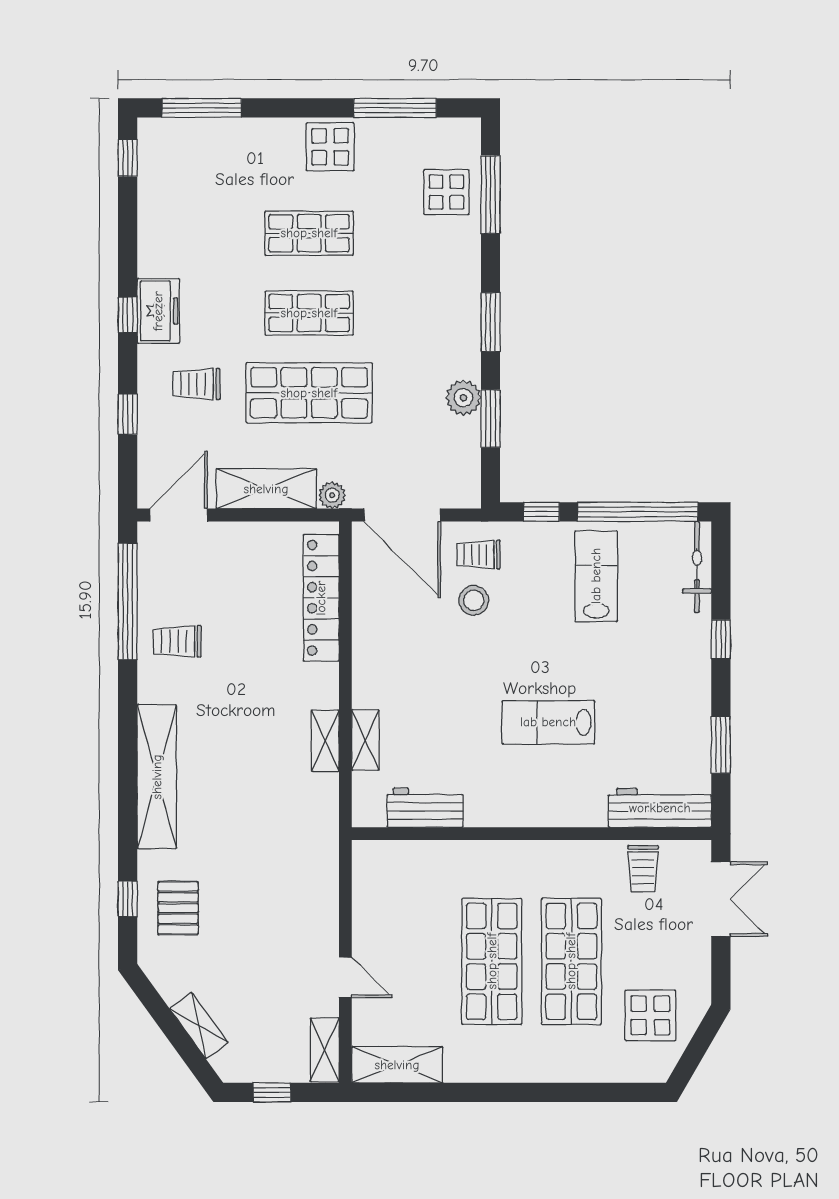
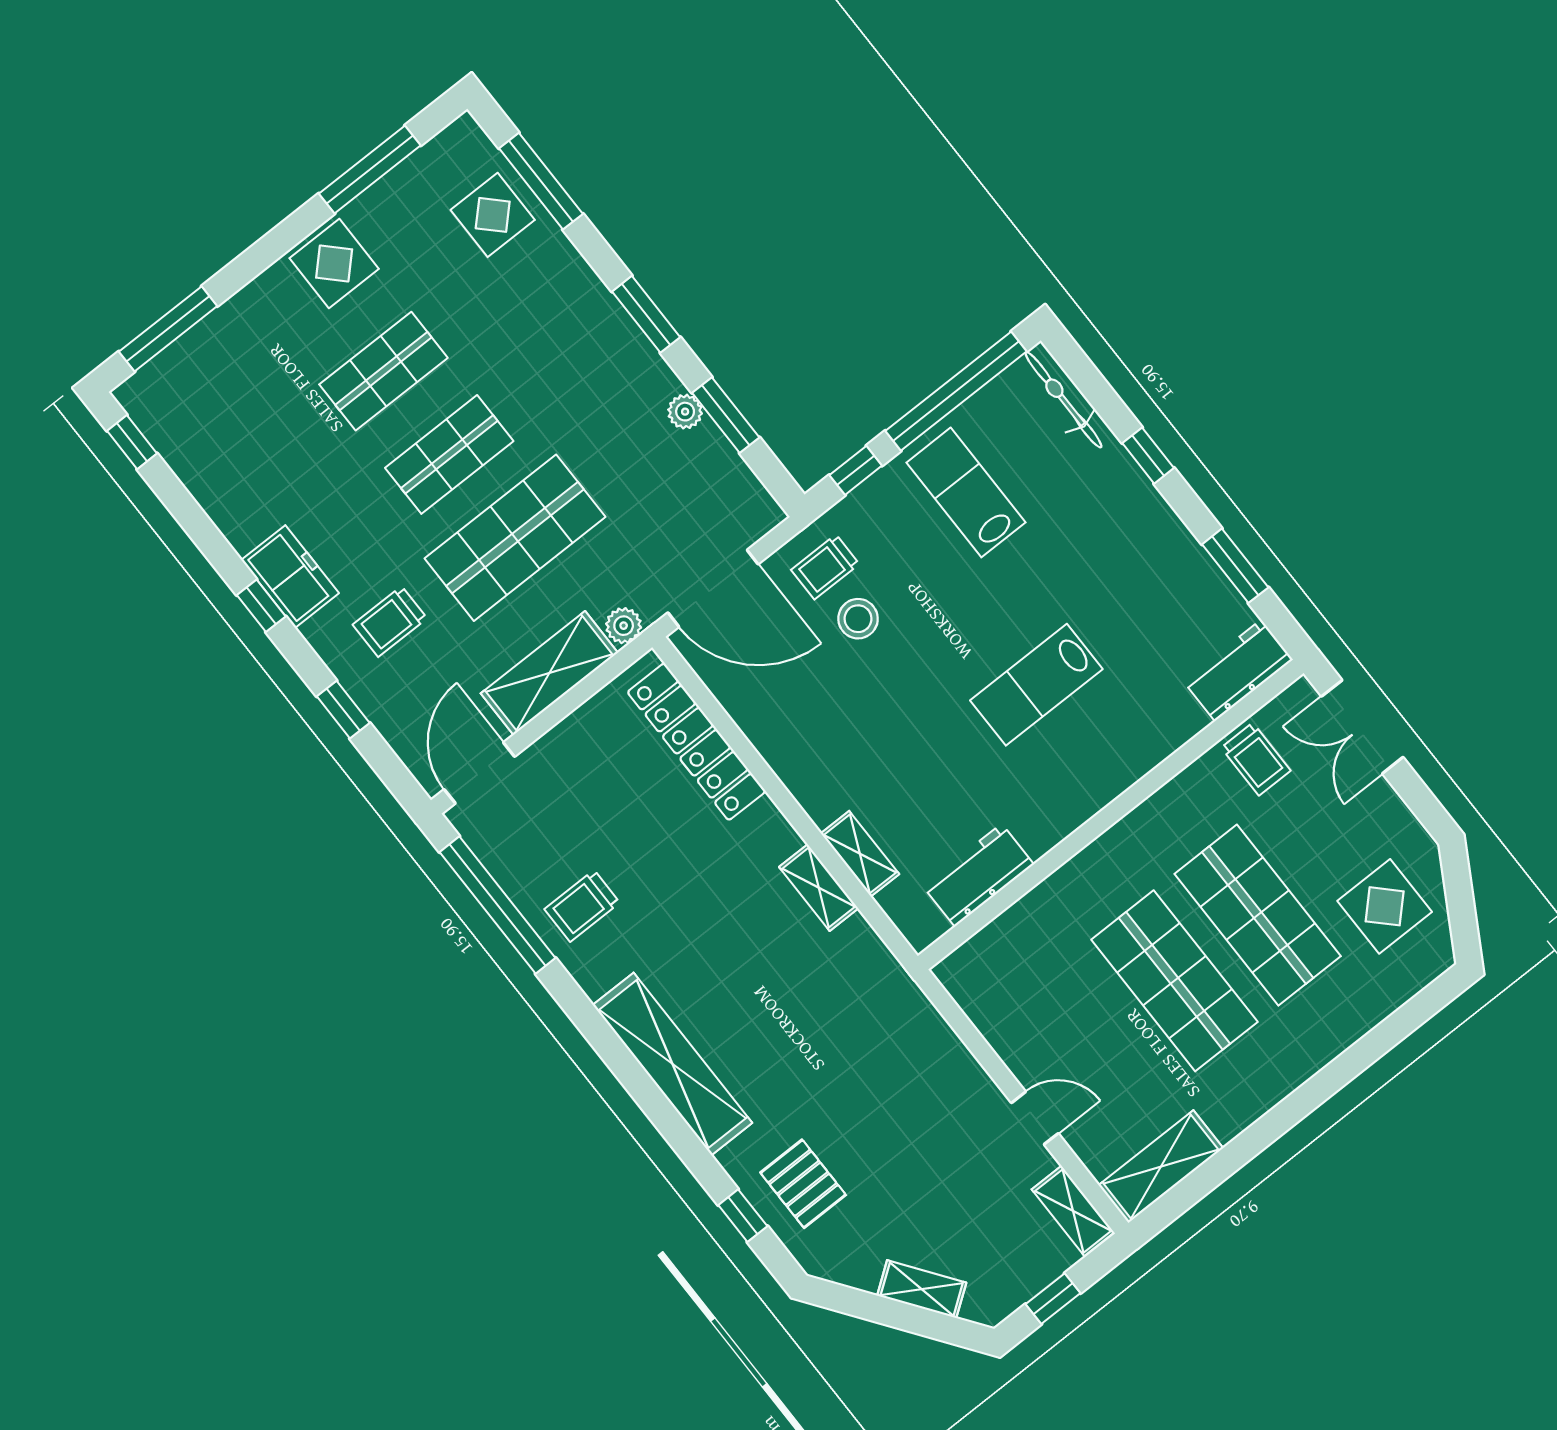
plant: (463, 398) -> (685, 412), width x0.73, depth x0.73
workbench: (660, 808) -> (1238, 670), width x0.73
double door: (721, 899) -> (1362, 727), swing flipped

